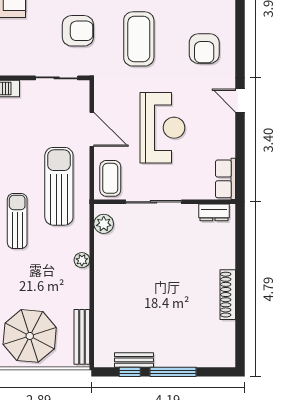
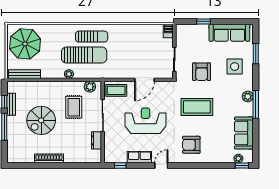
reception desk: (162, 128) -> (146, 121), turned 180
window: (240, 171) -> (120, 166), added
row of seats: (225, 179) -> (139, 157), moved
sun lounger: (59, 186) -> (84, 55), moved
dresser: (214, 212) -> (96, 140), moved
rug: (139, 252) -> (74, 107), added
spiral stairs: (162, 308) -> (41, 120), added

